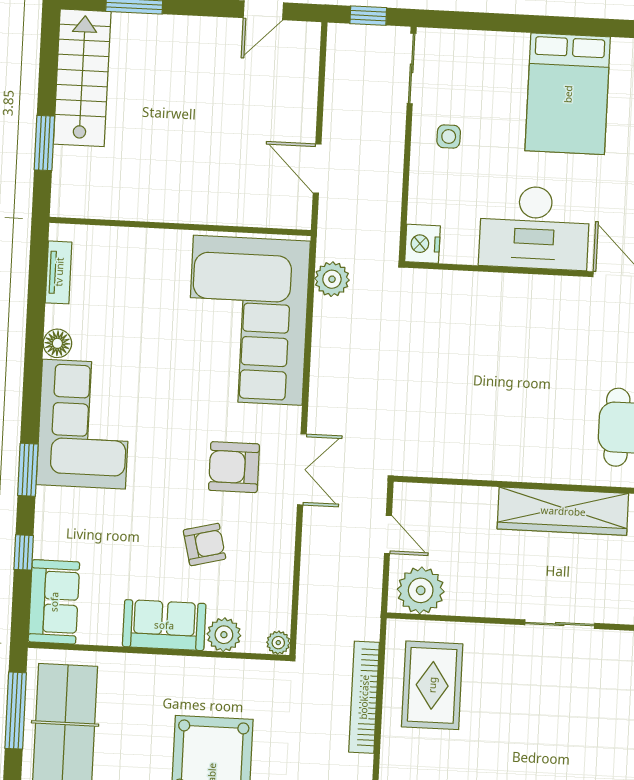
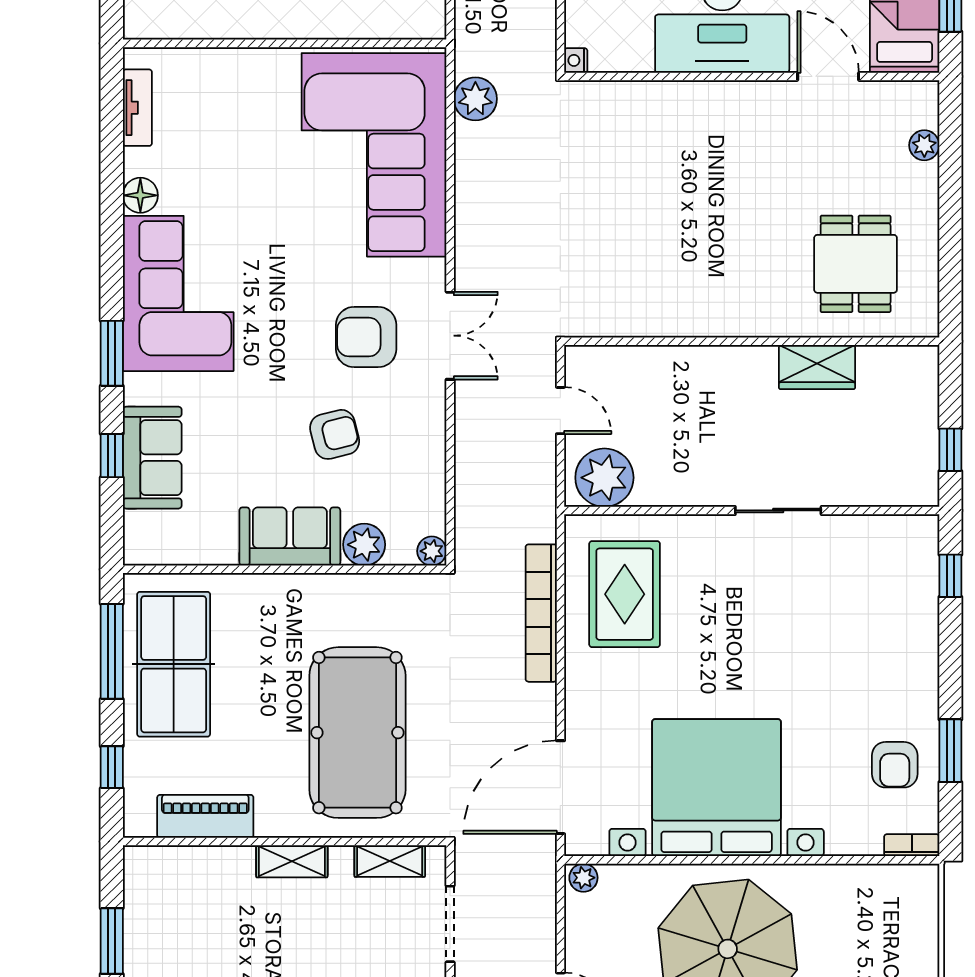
nightstand: (423, 244) -> (576, 60), width x0.53, depth x0.56
wardrobe: (563, 511) -> (817, 367), width x0.48, depth x0.85
sofa: (54, 602) -> (152, 458), moved

